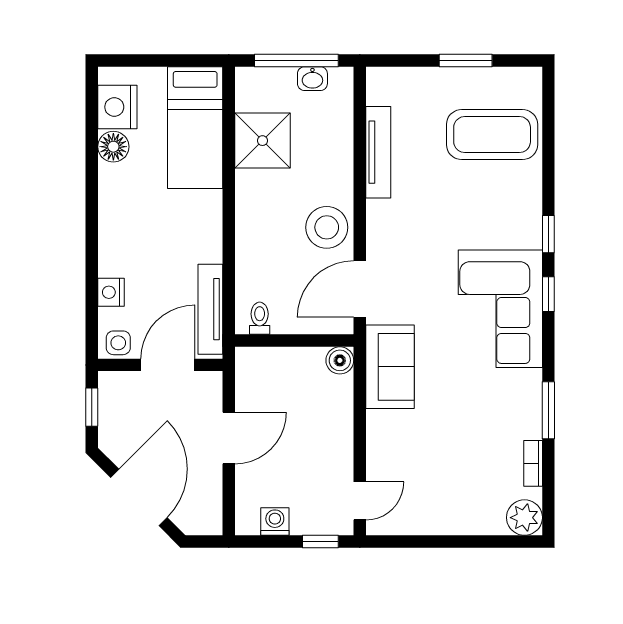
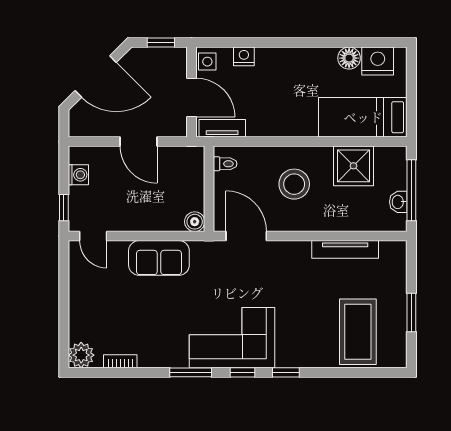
stool: (327, 227) -> (294, 184), moved
tv unit: (210, 309) -> (222, 128), width x0.71
sofa: (390, 367) -> (159, 258), moved
window: (548, 410) -> (191, 372), moved

